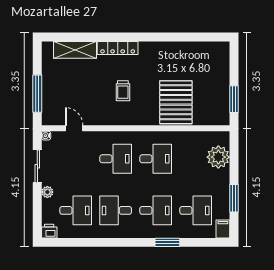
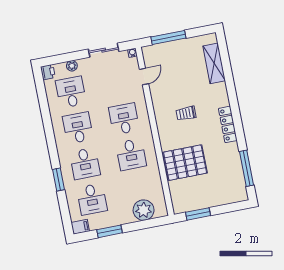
window: (195, 37) -> (247, 168), added
locker: (118, 48) -> (228, 124), moved
desk: (116, 159) -> (124, 119), turned 180
plant: (47, 192) -> (72, 66), moved
desk: (76, 210) -> (71, 92), turned 180

